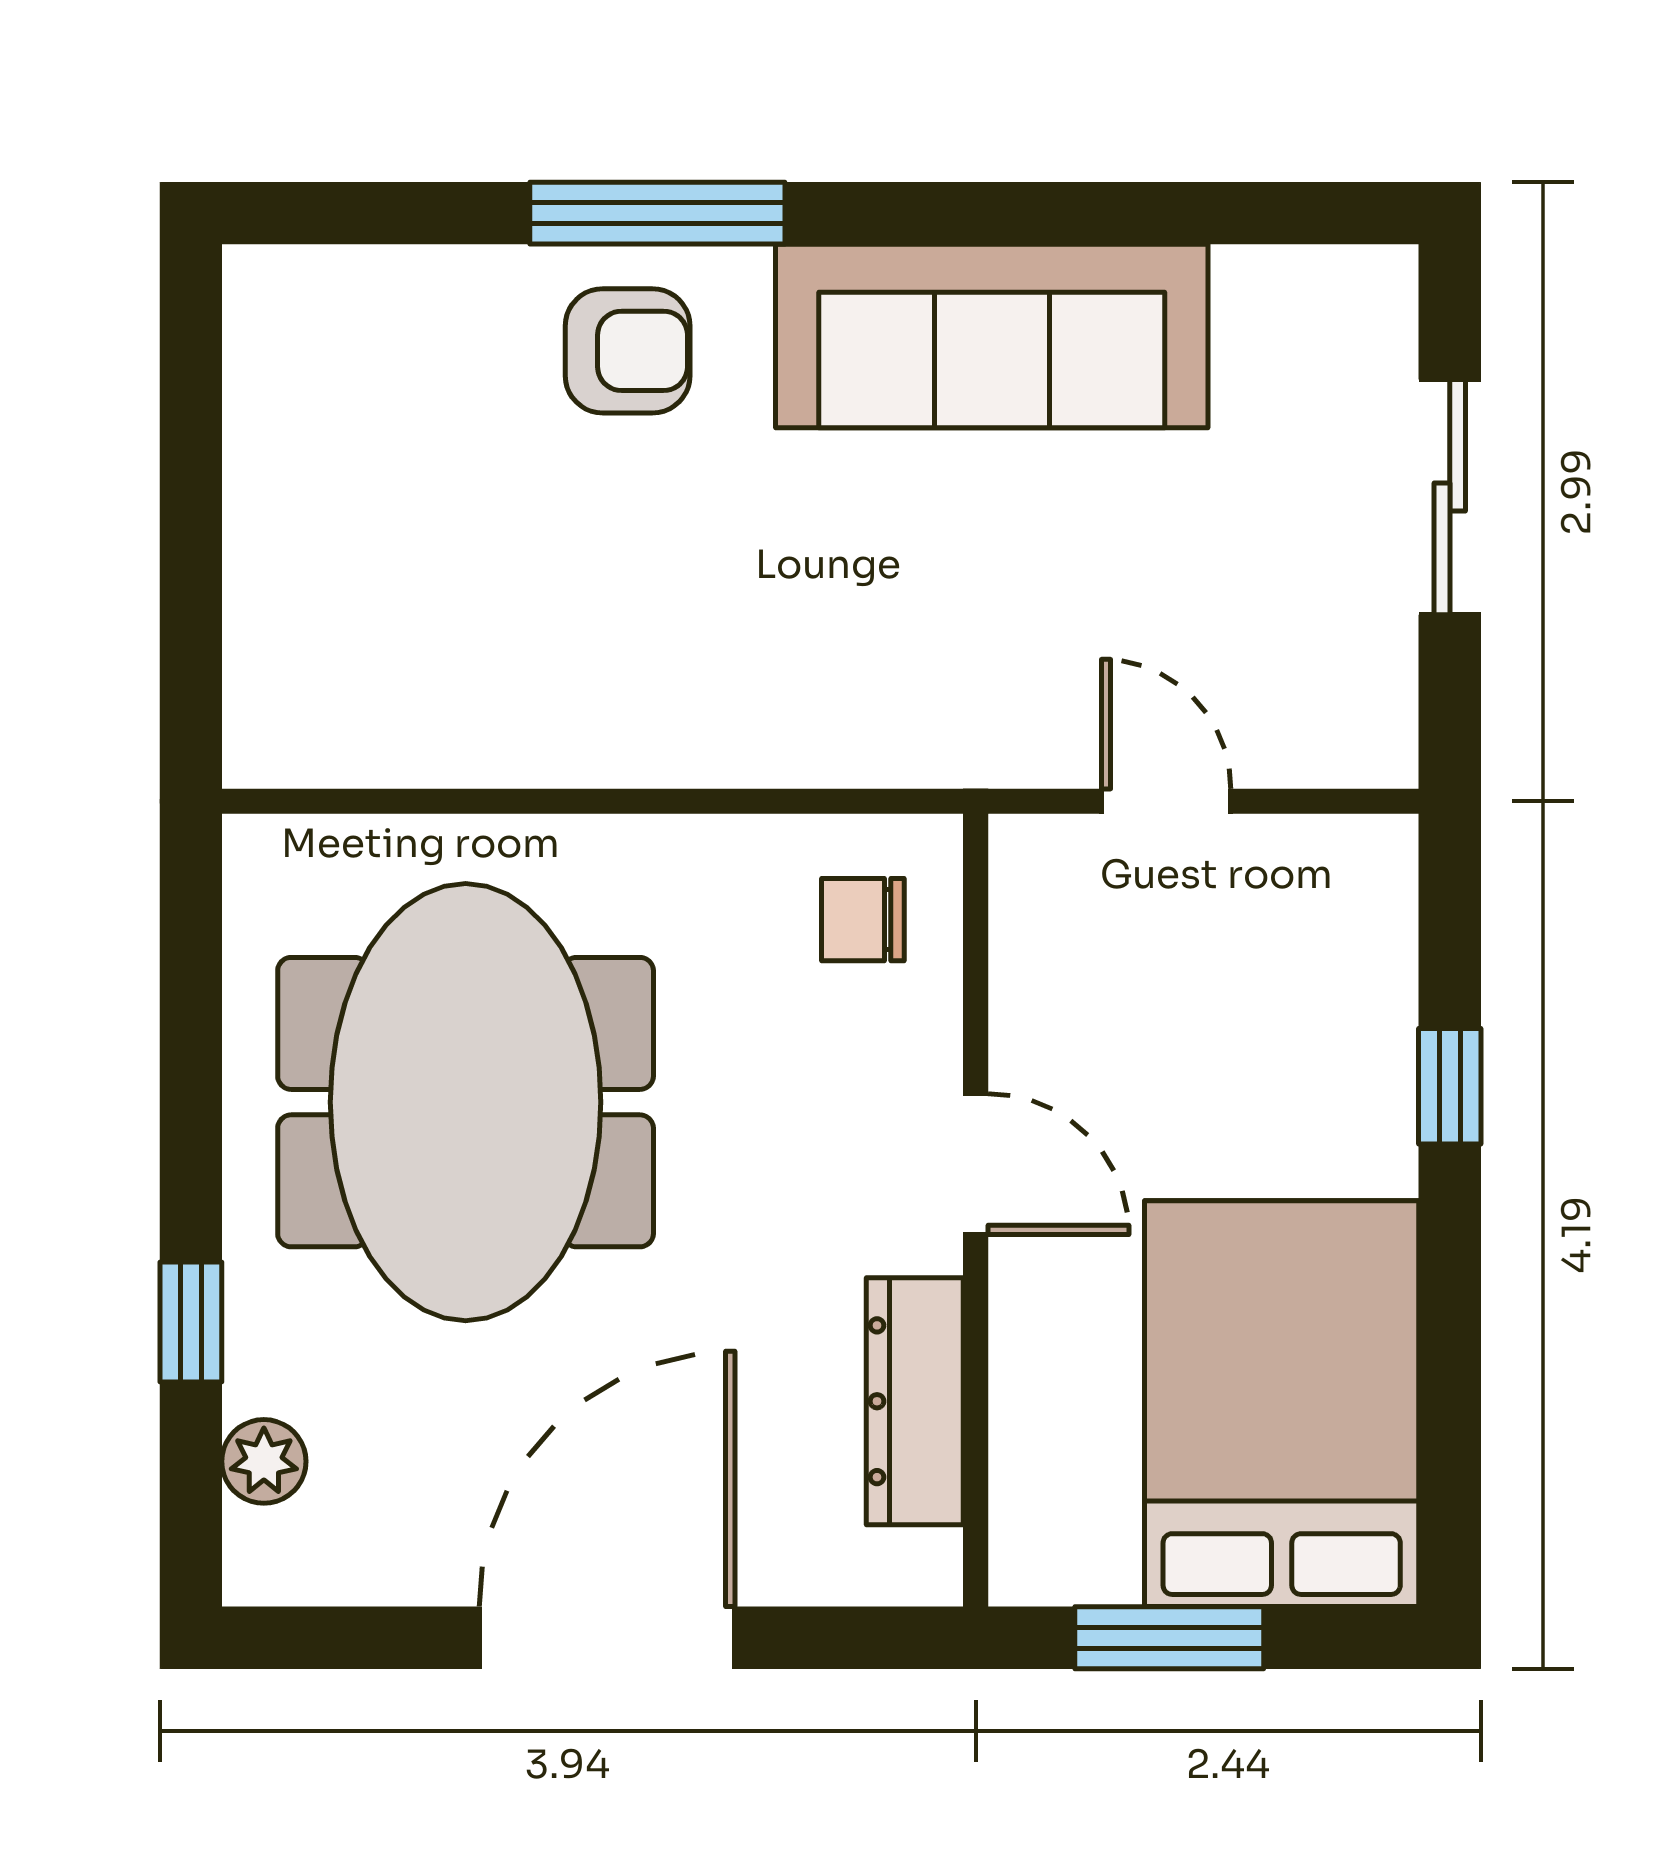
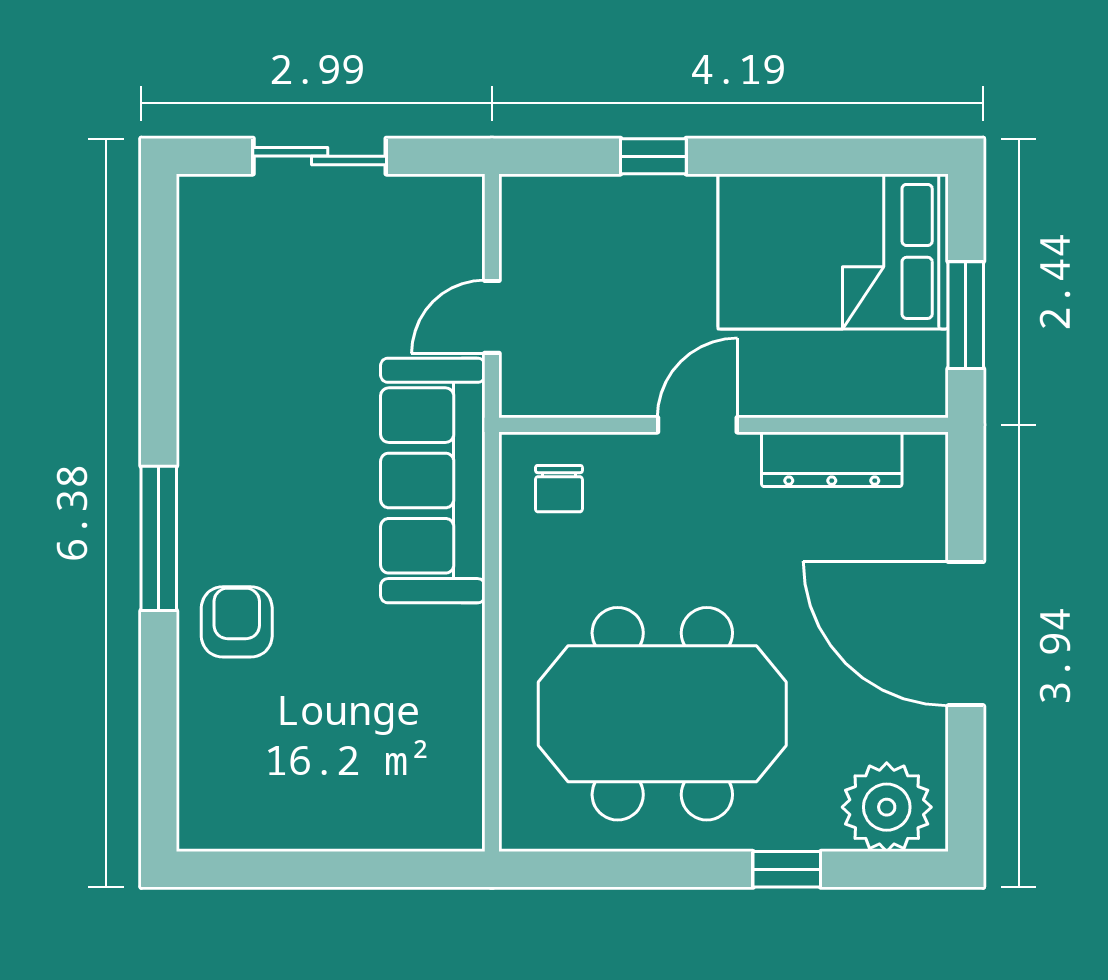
window: (657, 213) -> (159, 538), moved
sofa: (992, 336) -> (433, 480), moved, turned 180
plant: (264, 1461) -> (887, 807), width x1.87, depth x1.87

